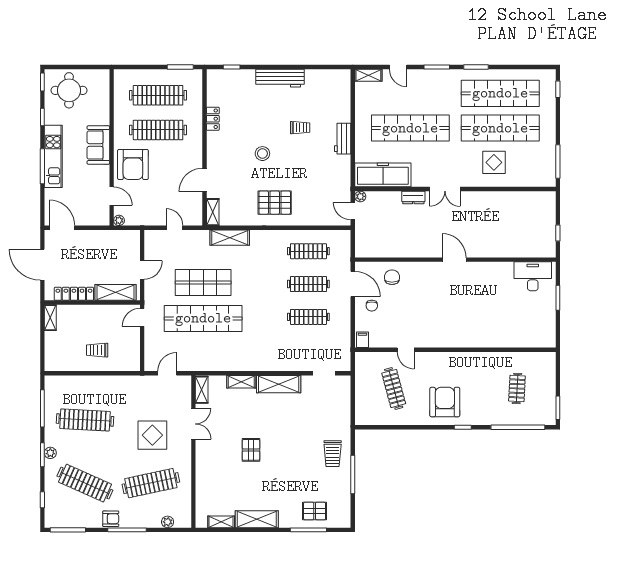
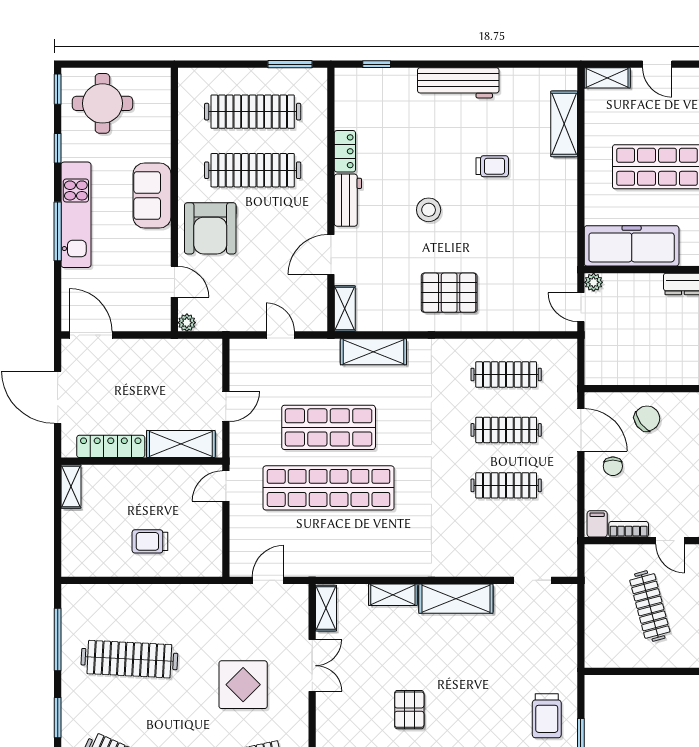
shelving: (343, 102) -> (564, 124), added
workbench: (343, 139) -> (348, 200), moved, turned 180
chair: (392, 277) -> (647, 418), turned 54
bookcase: (381, 343) -> (629, 529), added
plant: (50, 453) -> (71, 715), removed

